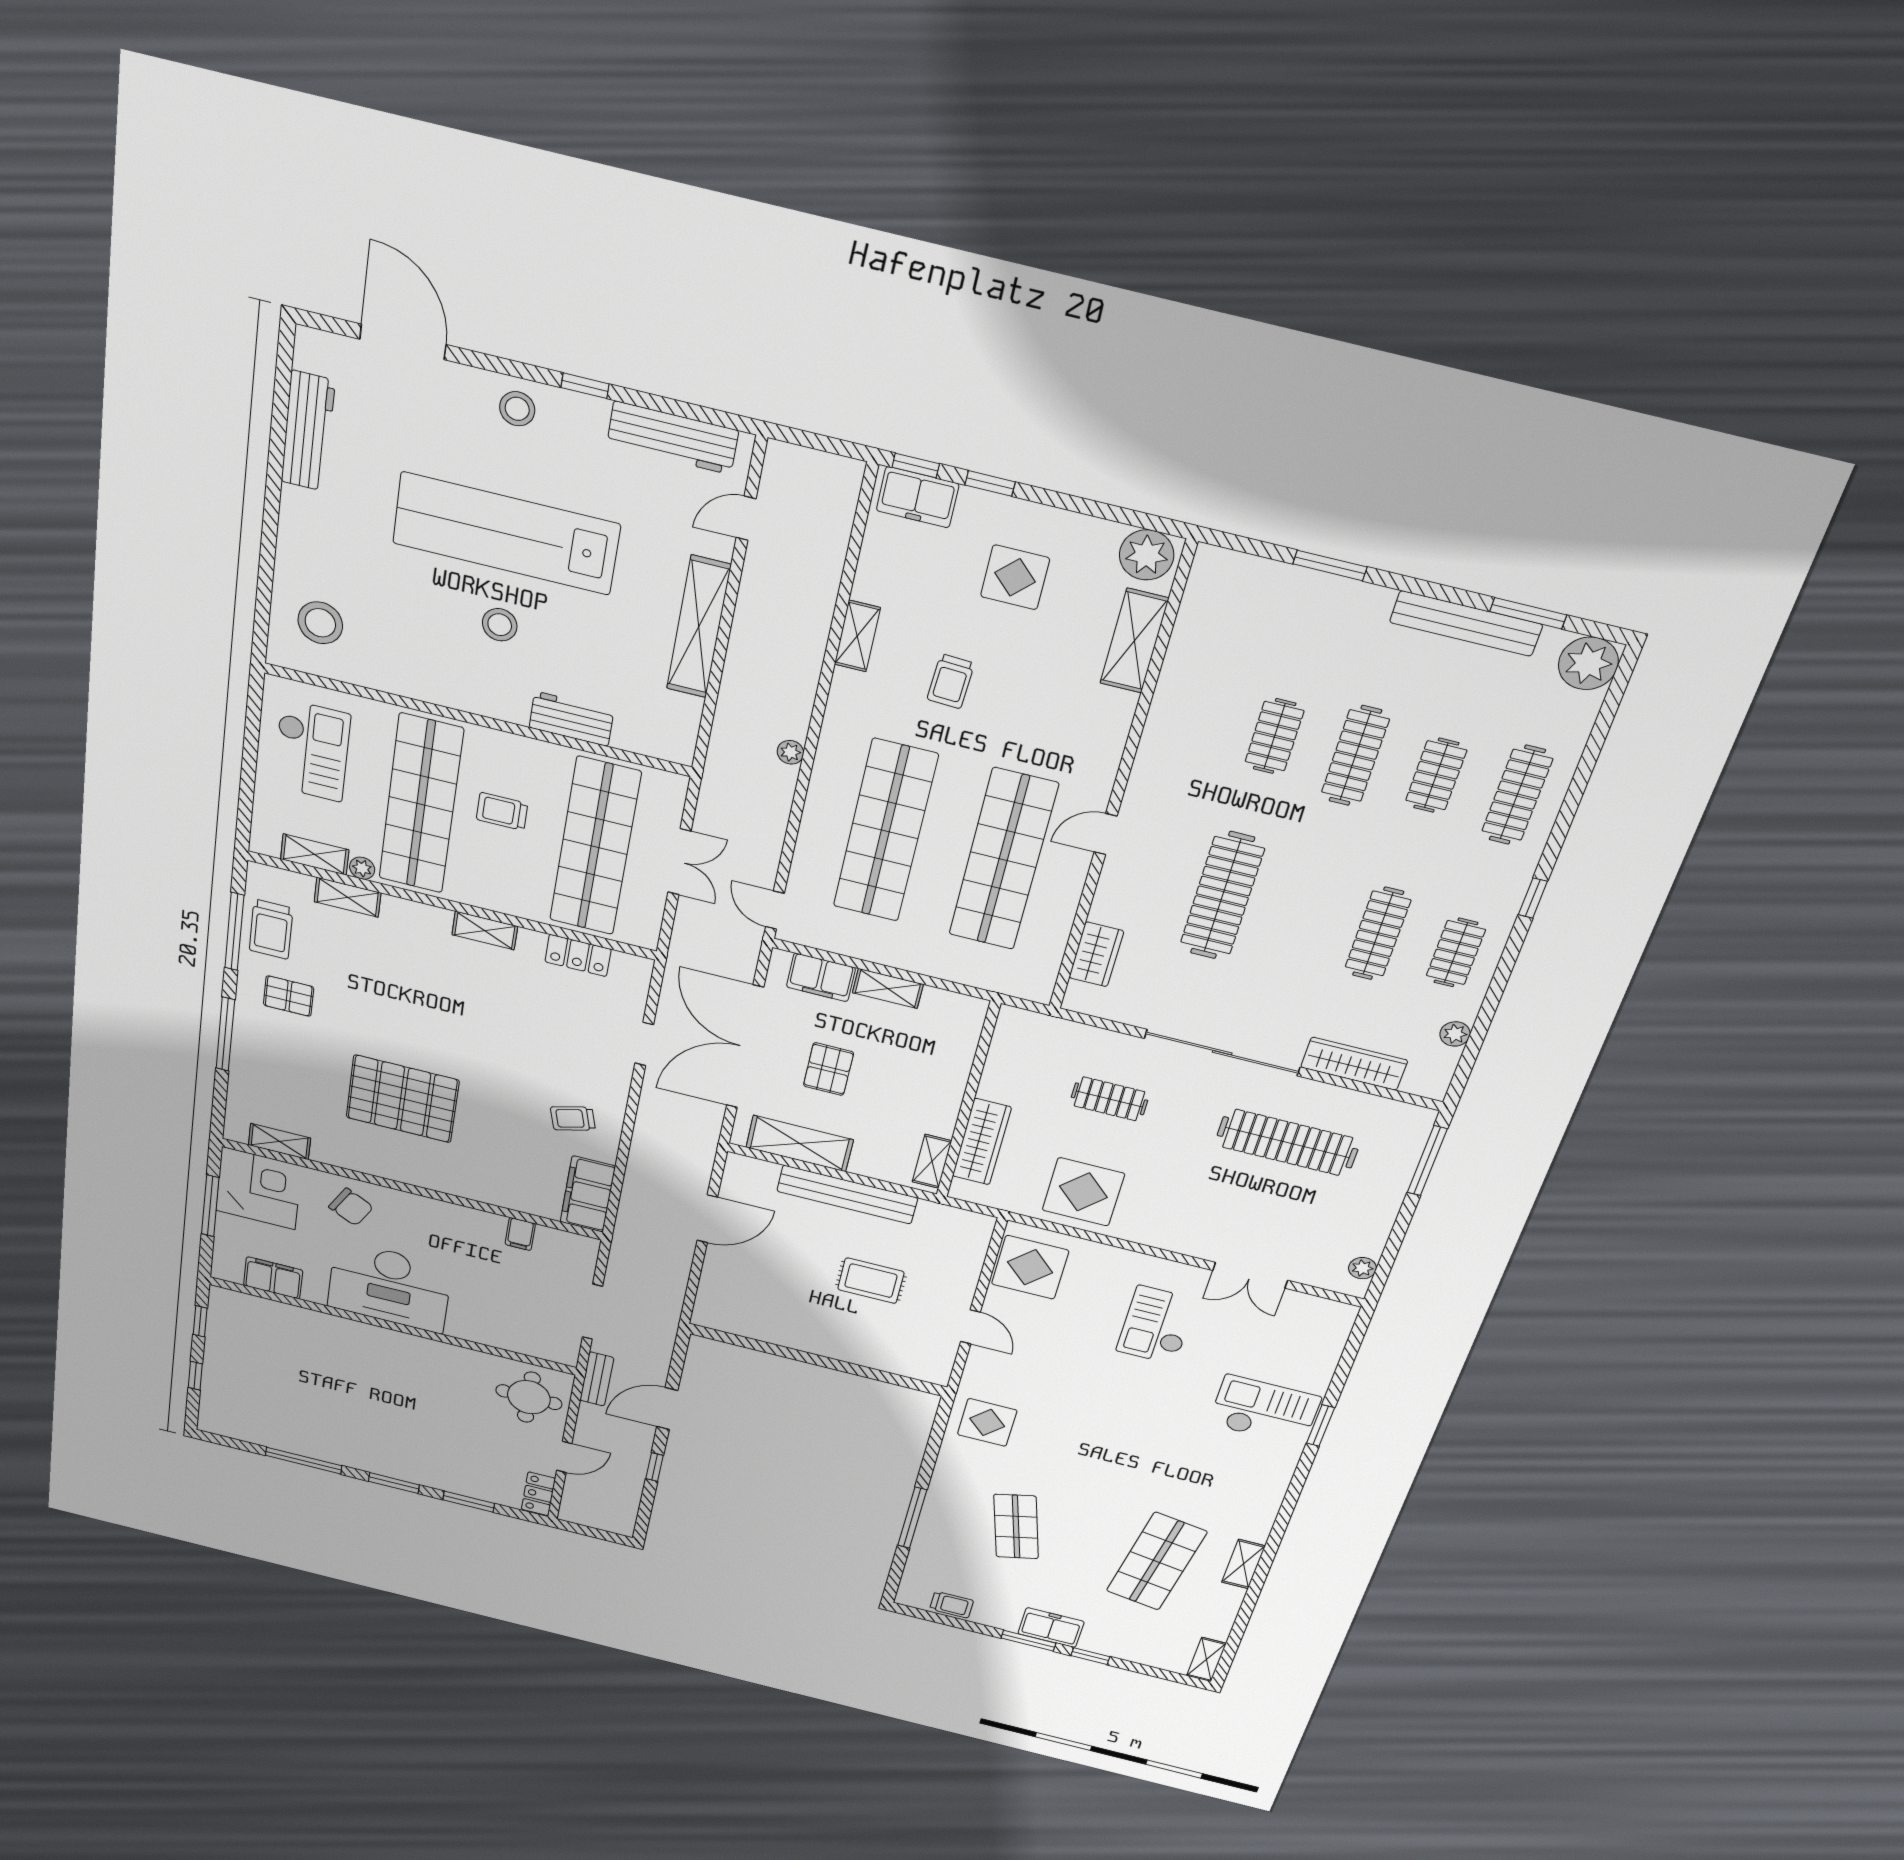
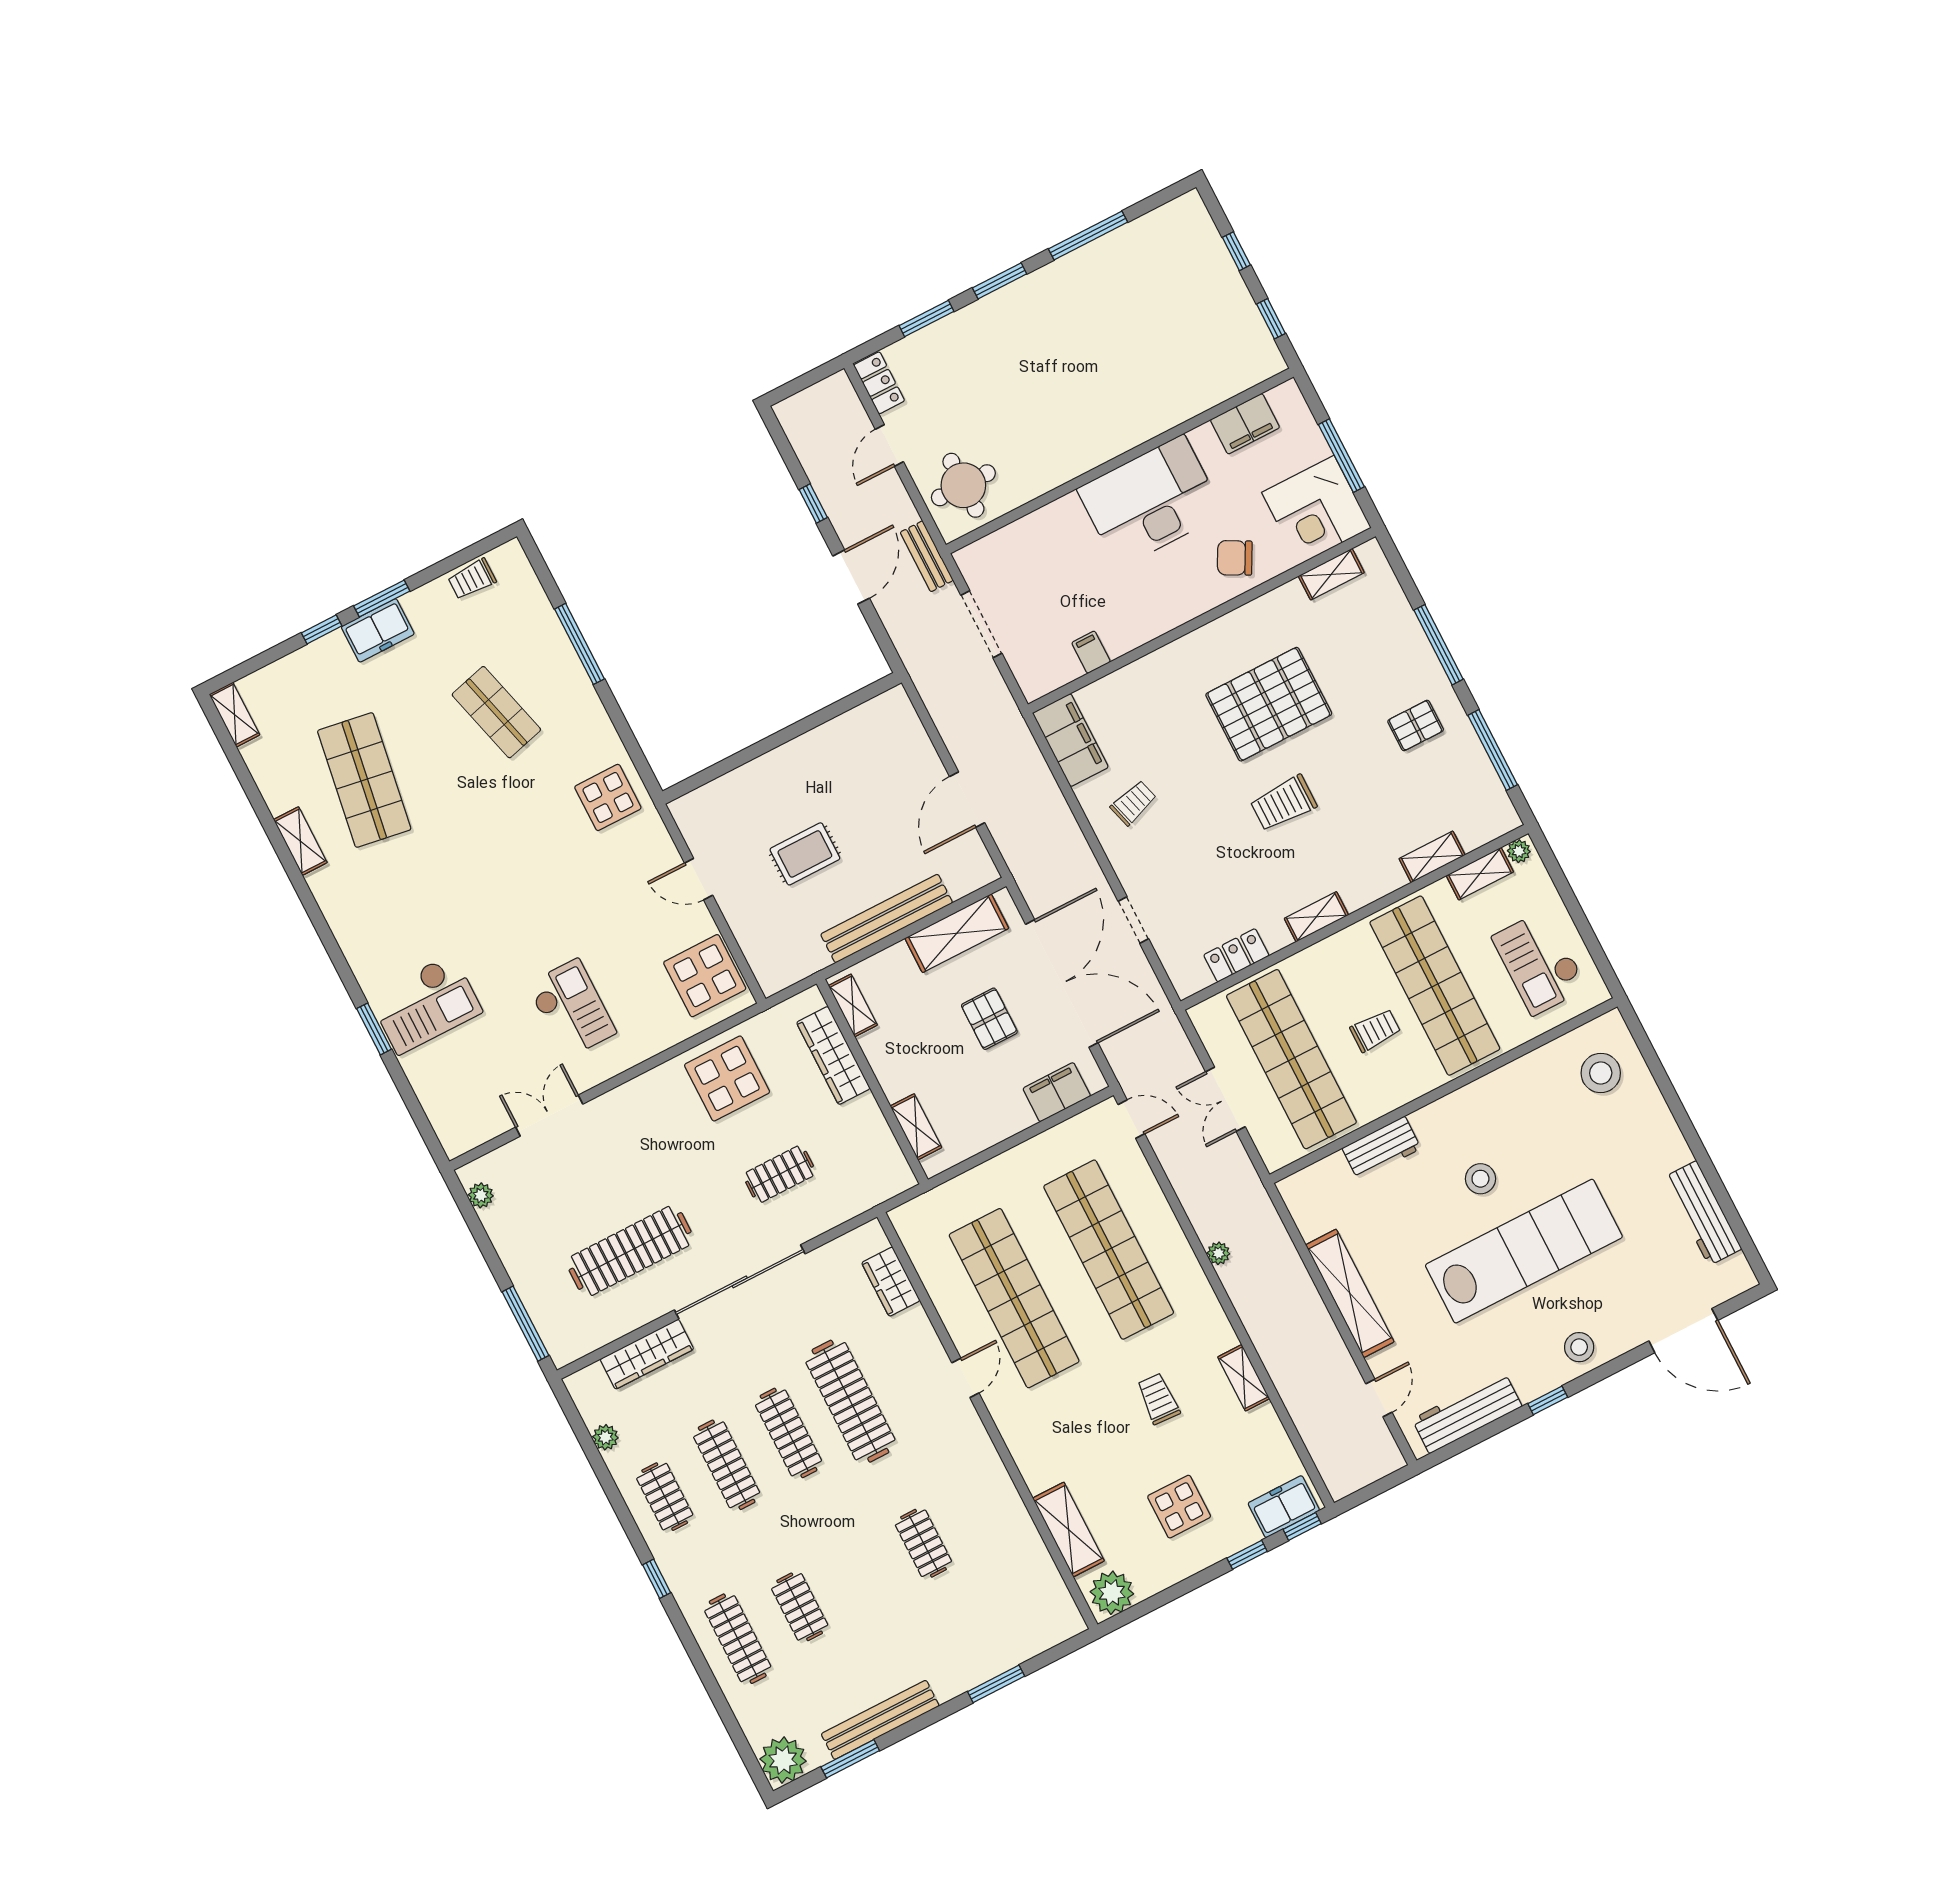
clothes rail: (1355, 756) -> (789, 1433), moved
plant: (362, 868) -> (1519, 851), moved
trolley: (271, 929) -> (1284, 803), moved, turned -90
shelving: (888, 988) -> (916, 1127), moved, turned 90

